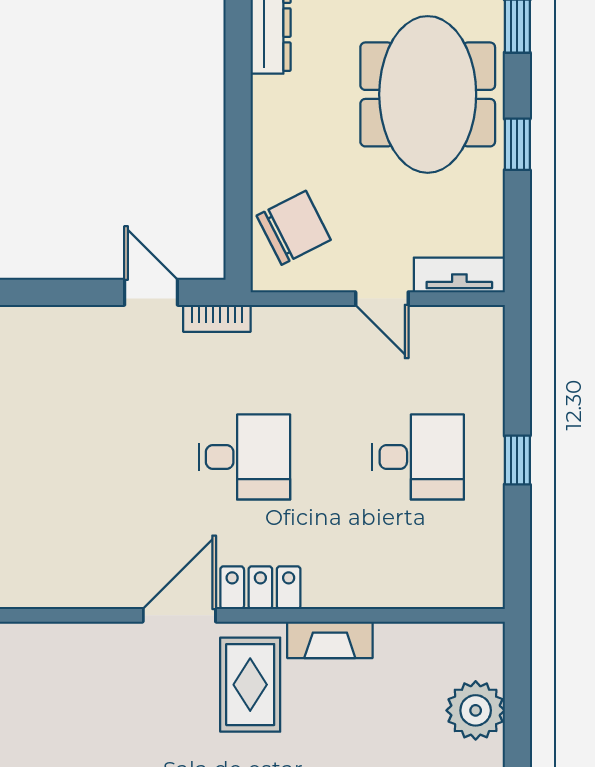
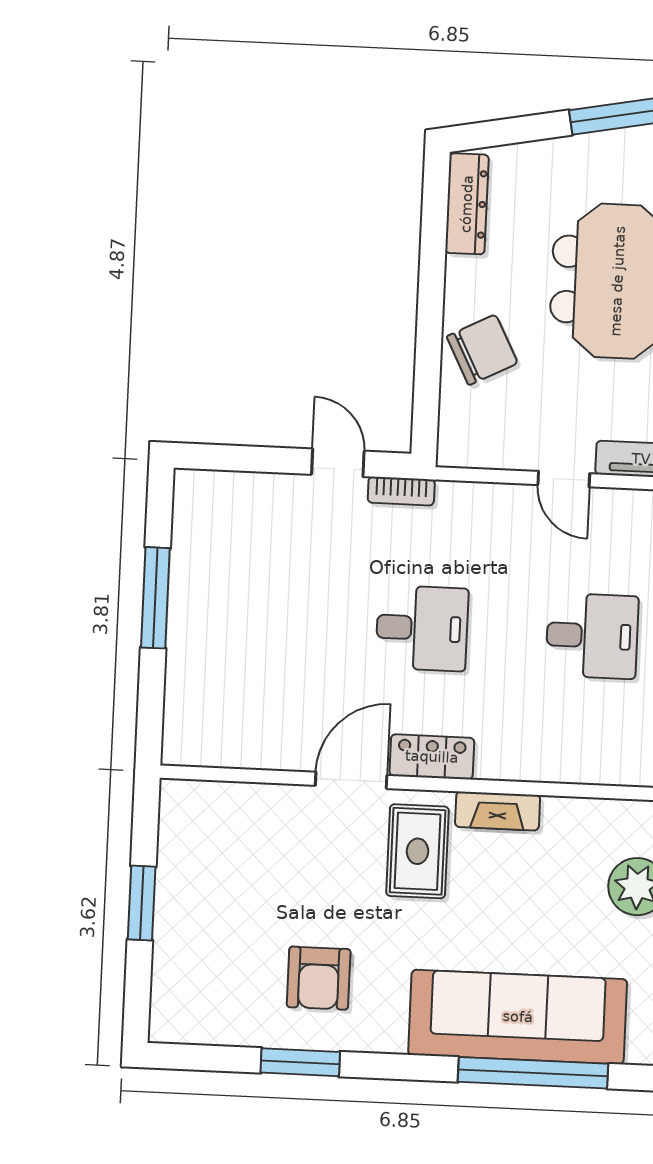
chair: (294, 228) -> (482, 350), moved

